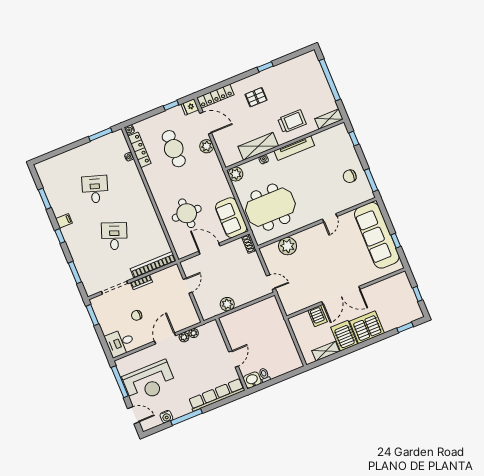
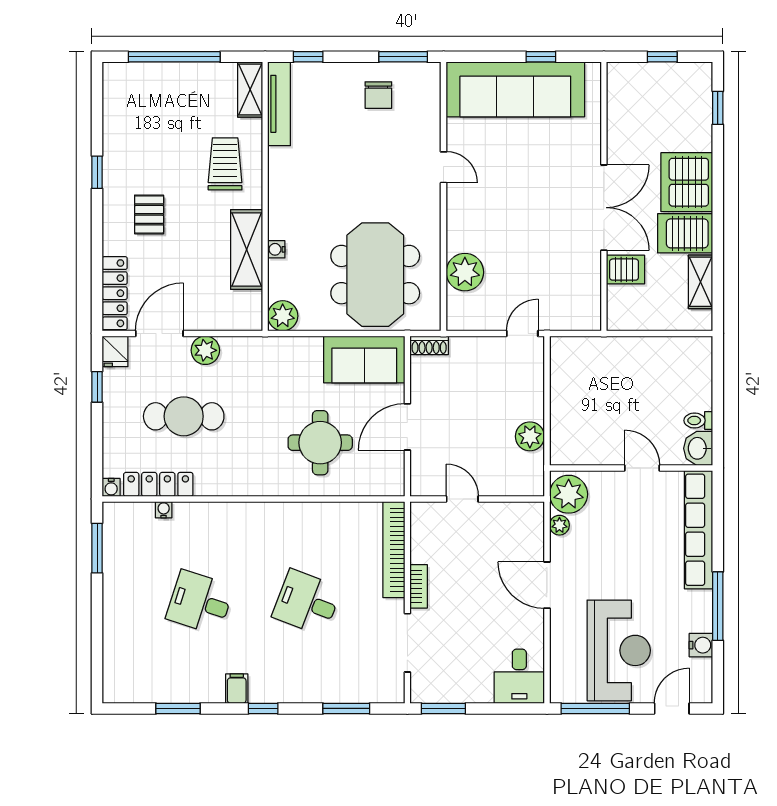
tv unit: (294, 148) -> (279, 104), moved
chair: (137, 315) -> (479, 622), removed
plant: (184, 337) -> (569, 494), moved, width x1.88, depth x1.88

